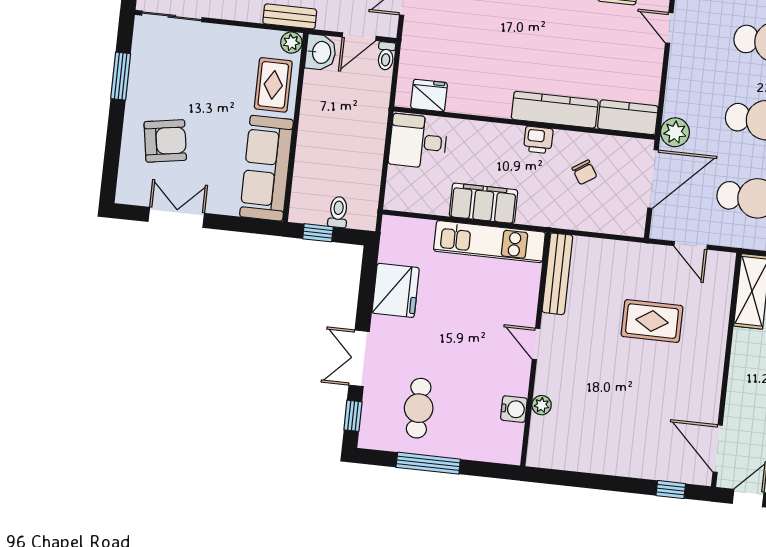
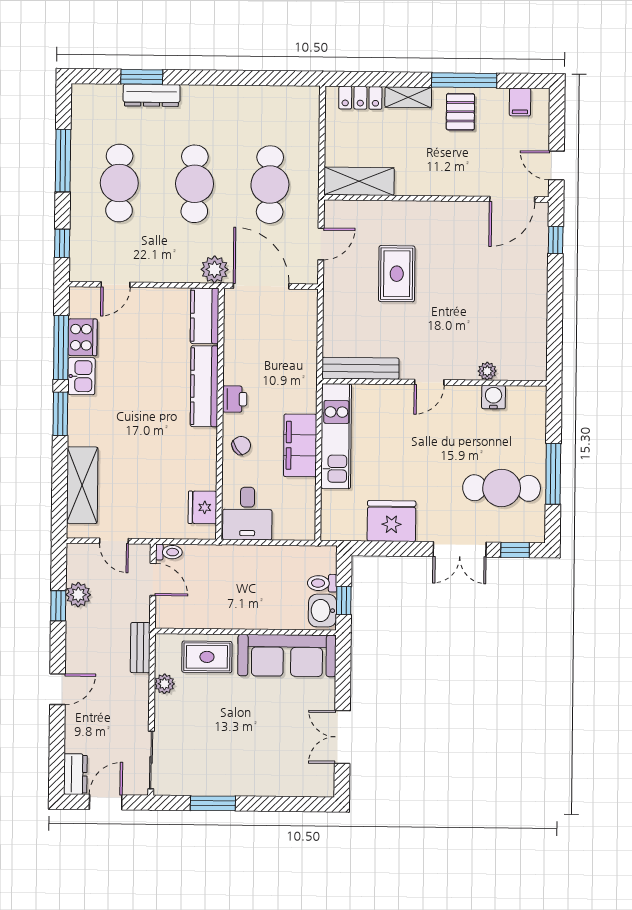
plant: (291, 43) -> (164, 684), moved
washbasin: (321, 52) -> (323, 611), moved, turned -90
armchair: (165, 141) -> (270, 755), removed
chair: (584, 172) -> (241, 446), moved
cafe table: (419, 408) -> (502, 488), width x1.37, depth x1.35

